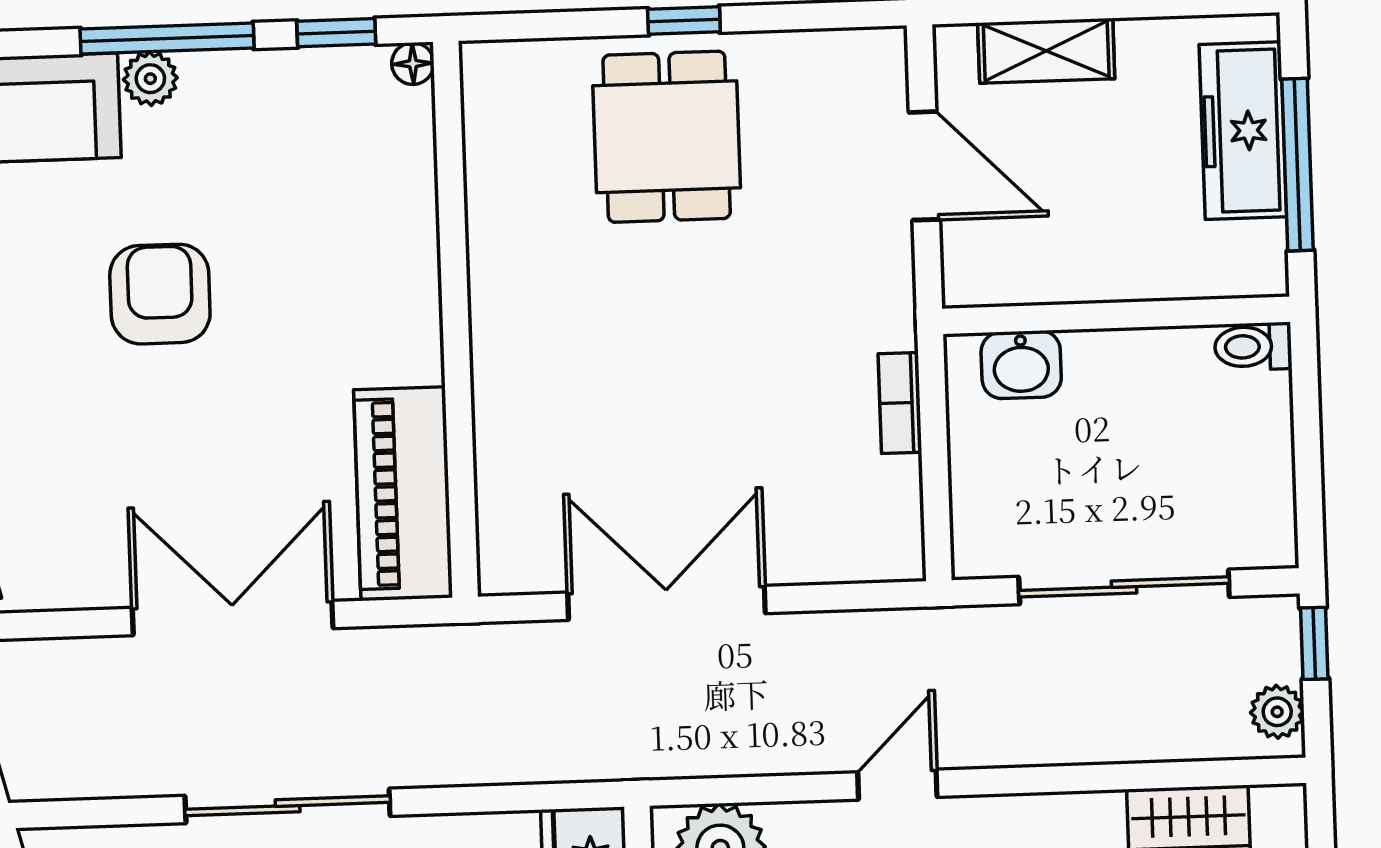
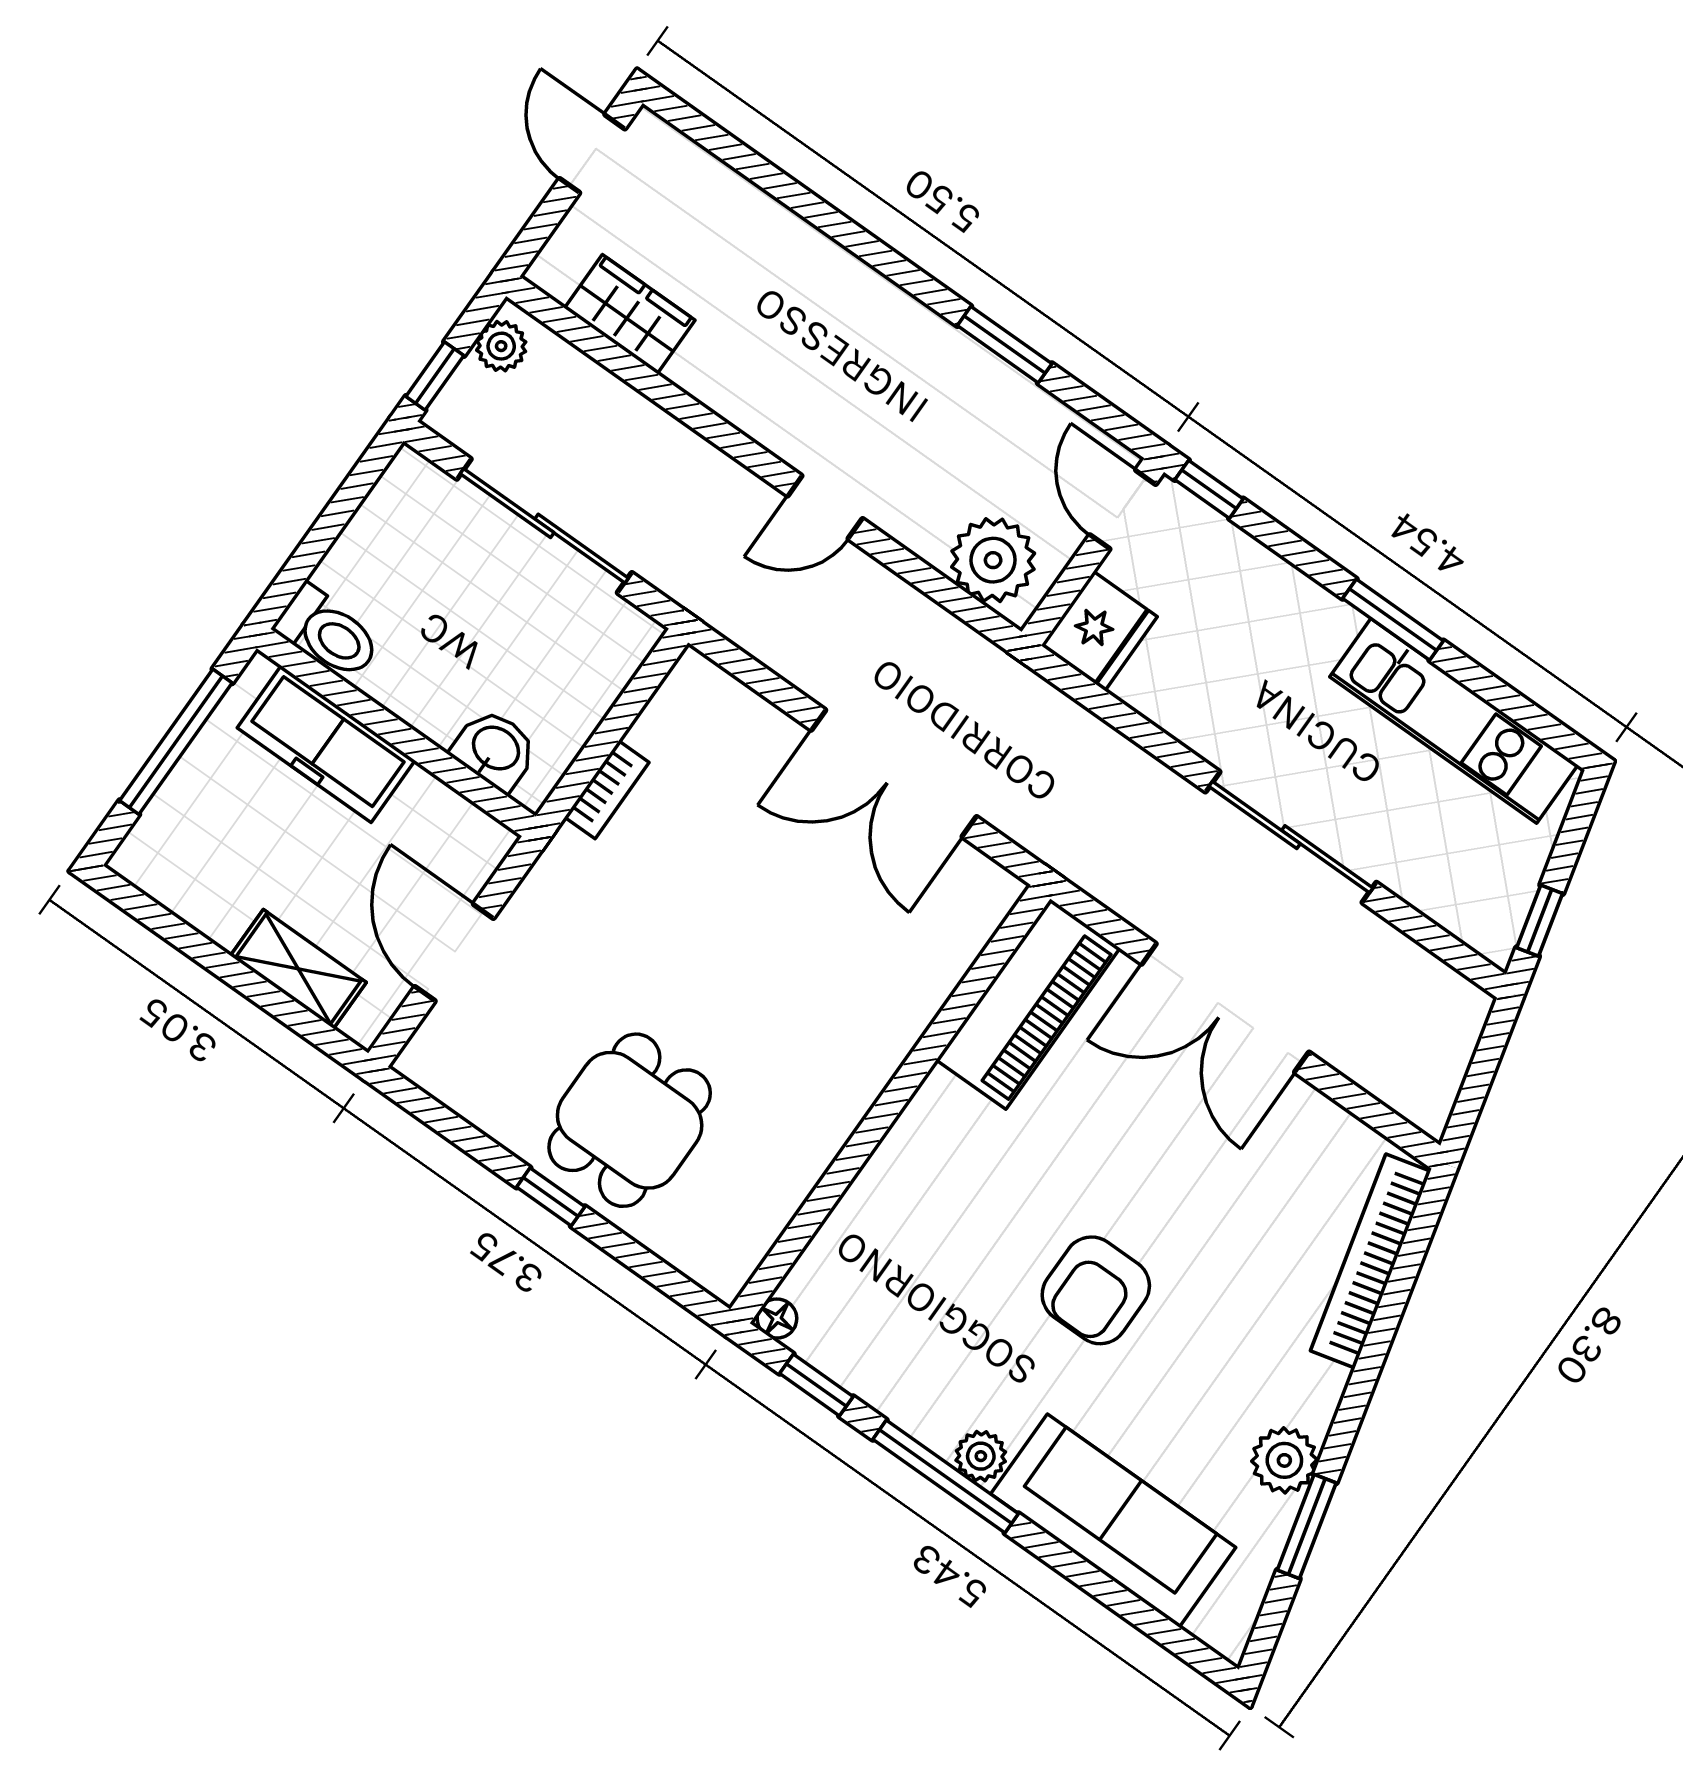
freezer: (1243, 131) -> (326, 744), moved, turned 90
toilet: (1253, 346) -> (328, 633), width x1.37, depth x1.39

